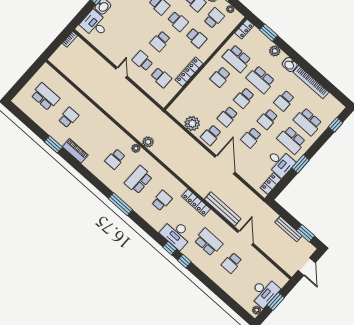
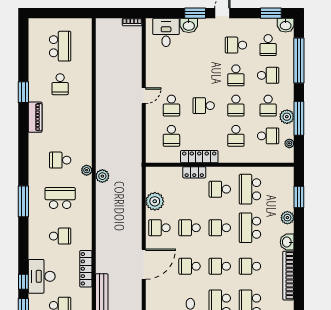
locker: (244, 29) -> (194, 172), moved
school desk: (143, 61) -> (171, 106), turned 180
school desk: (69, 118) -> (60, 84), turned 90

